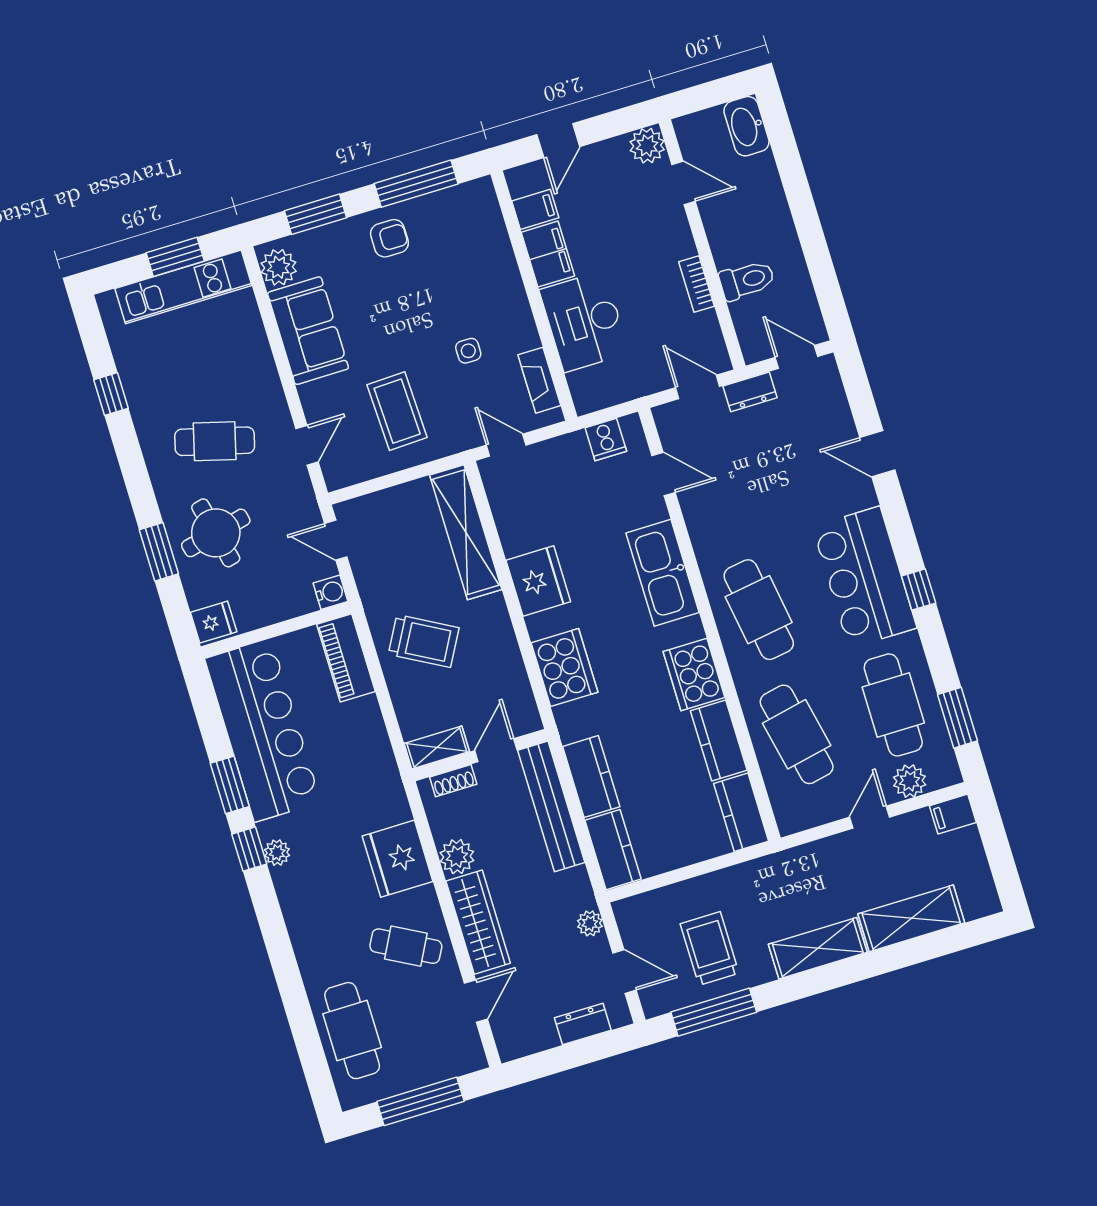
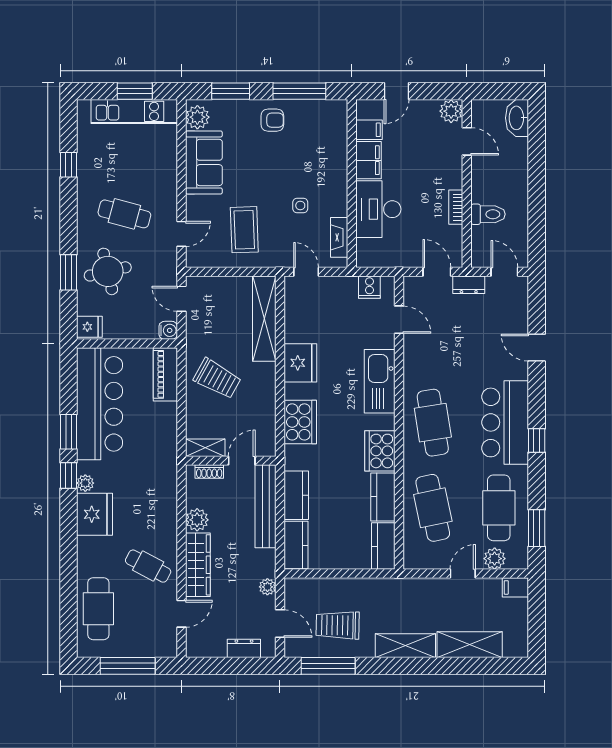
fridge: (398, 859) -> (95, 514), moved, turned 180
trolley: (710, 949) -> (338, 625), turned -89

